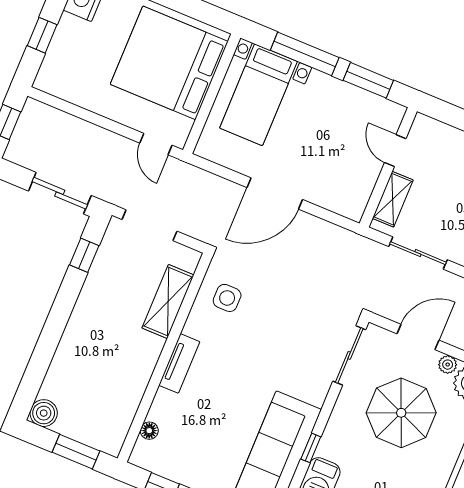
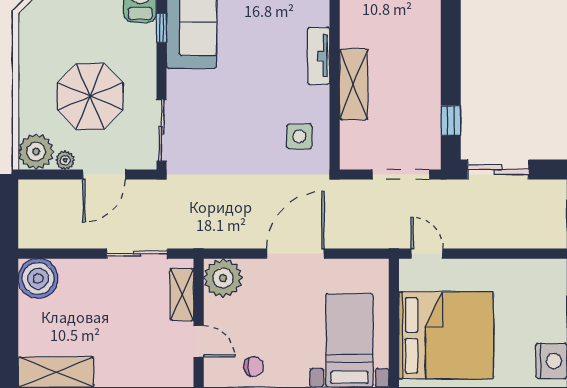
chair: (355, 107) -> (254, 366), added
plant: (349, 199) -> (223, 278), added
shelving: (168, 302) -> (354, 84), moved

